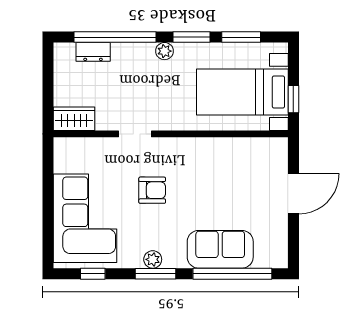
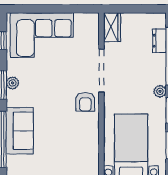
doorway: (135, 134) -> (101, 70), width x1.88
armchair: (152, 190) -> (85, 102), moved

